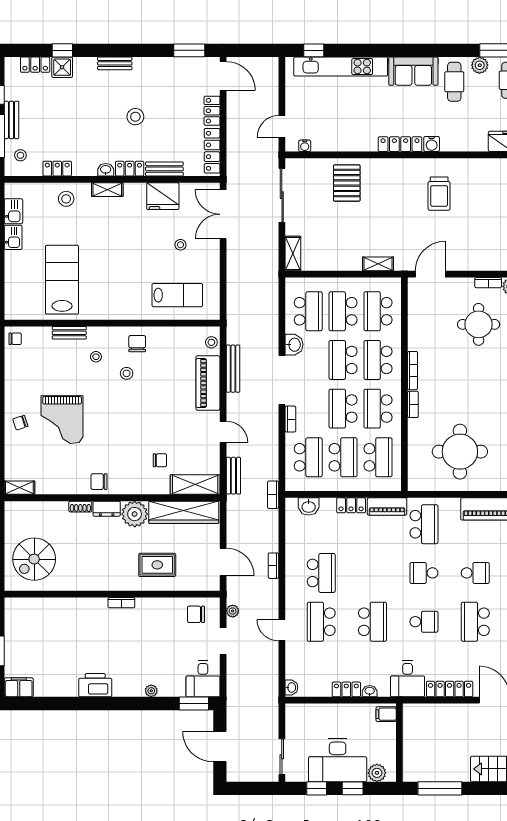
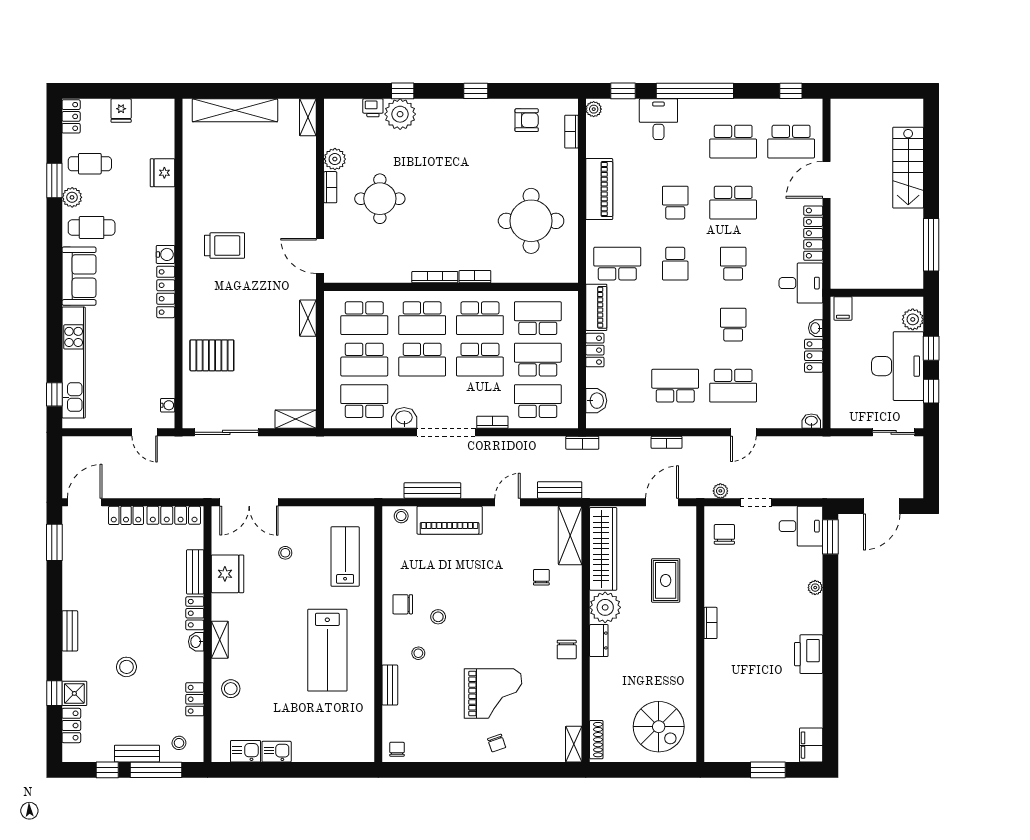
stool: (135, 117) -> (126, 667), moved
lab bench: (62, 280) -> (327, 650), moved, turned -90
shoe rack: (80, 507) -> (596, 740), moved, width x1.43
chair: (196, 614) -> (724, 534), turned 180
school desk: (373, 622) -> (733, 325), width x0.54

